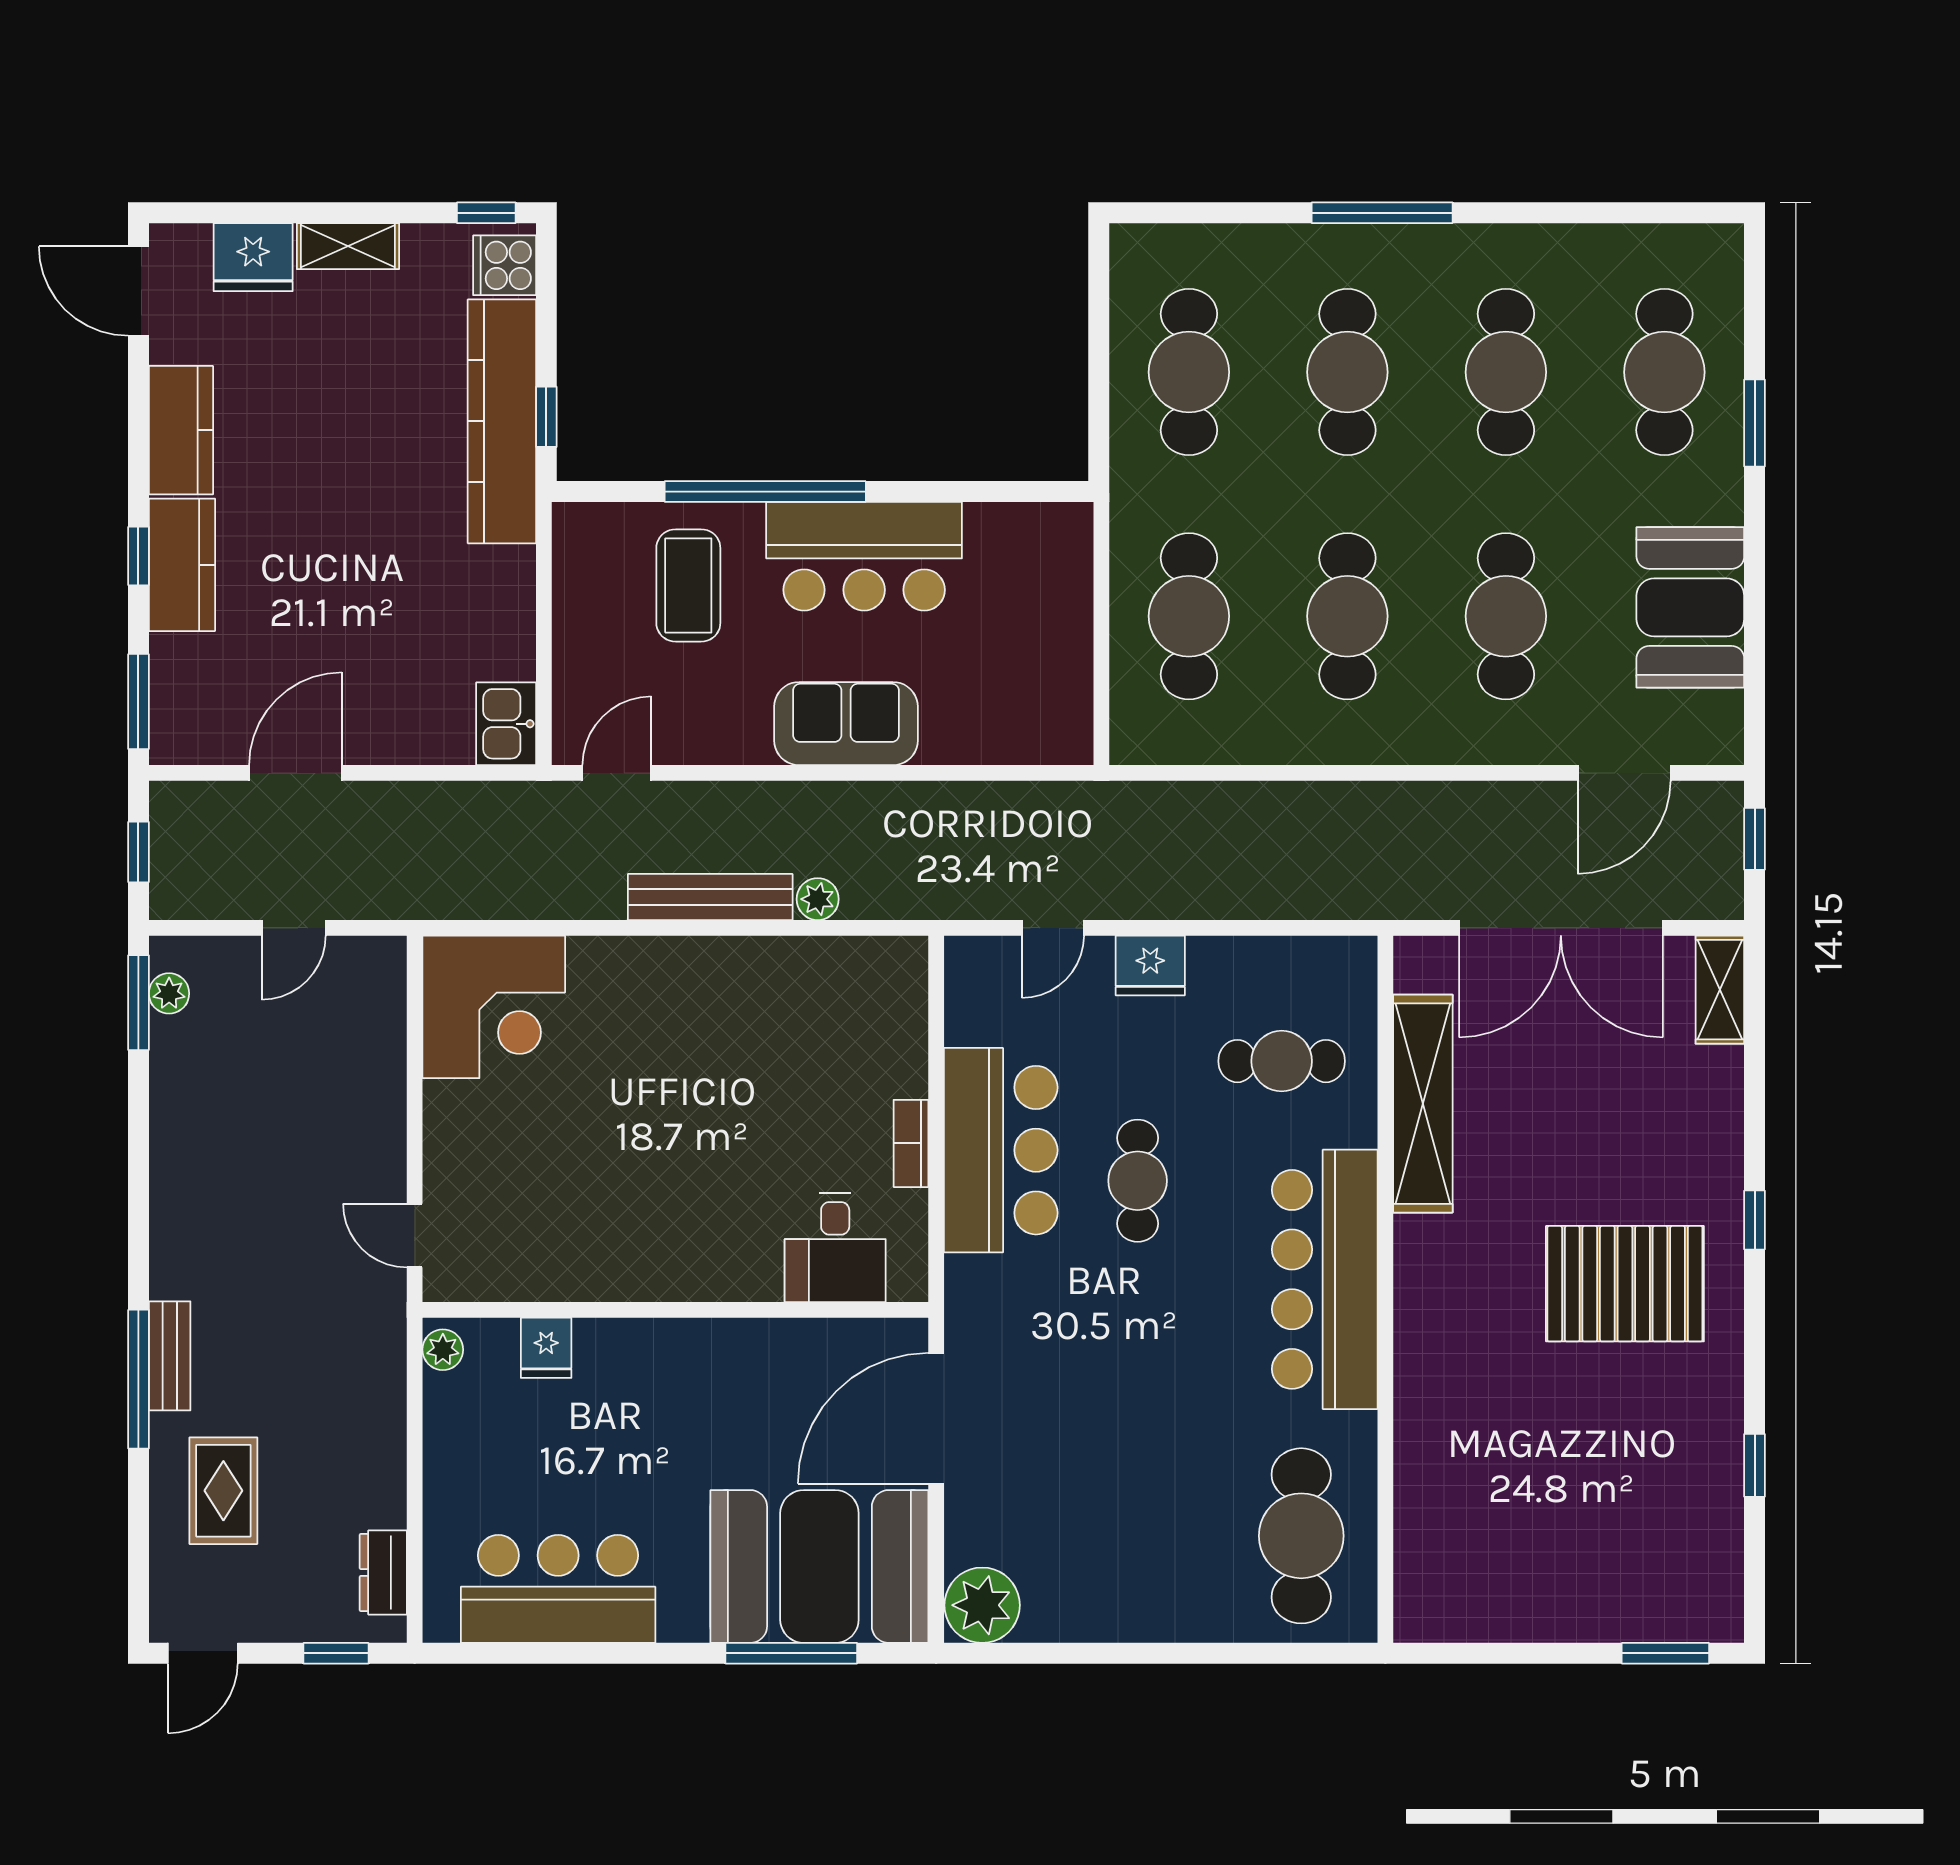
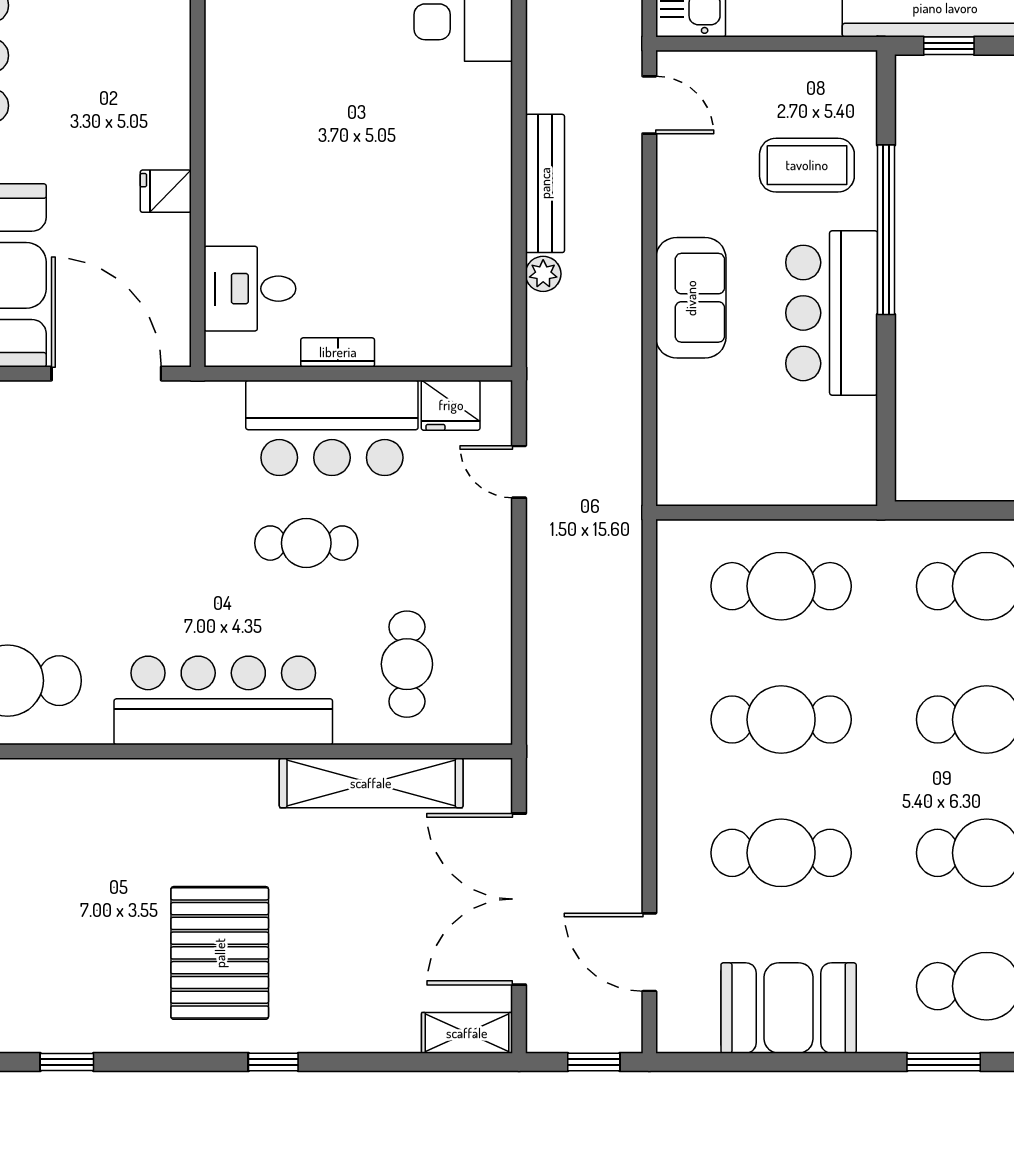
fridge: (1150, 965) -> (451, 405), moved, turned -90
fridge: (546, 1348) -> (166, 191), moved

